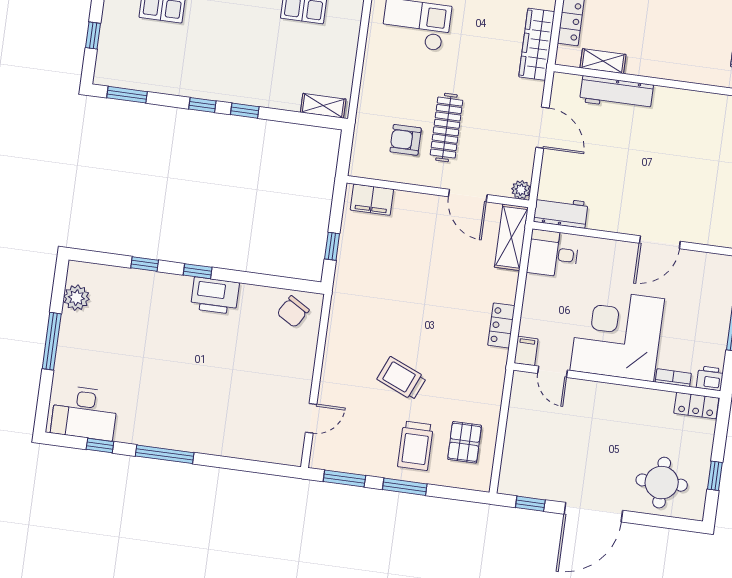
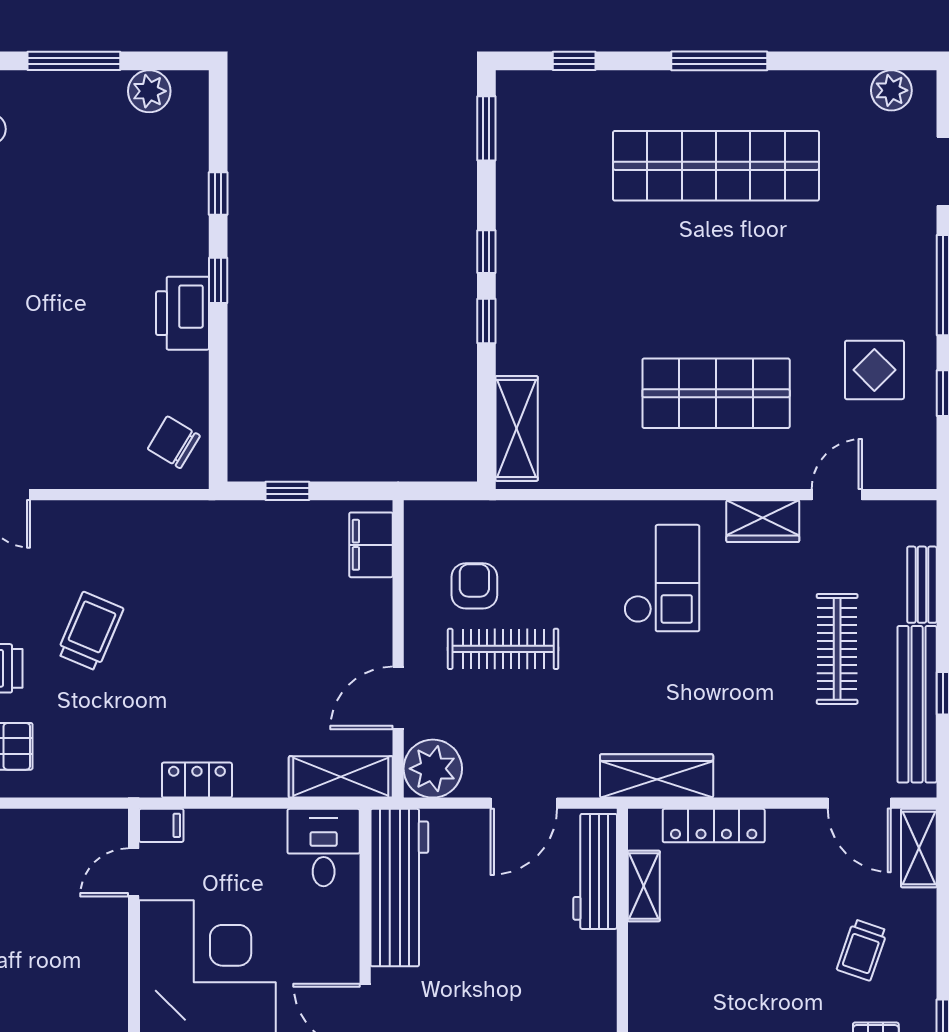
workbench: (616, 93) -> (595, 871), moved
shelving: (323, 106) -> (517, 428), width x1.50, depth x1.33
plant: (521, 190) -> (433, 769), width x1.88, depth x1.88
workbench: (561, 212) -> (399, 888), width x1.88, depth x1.32

